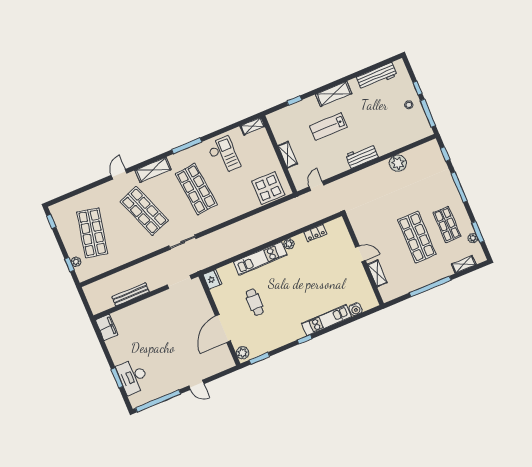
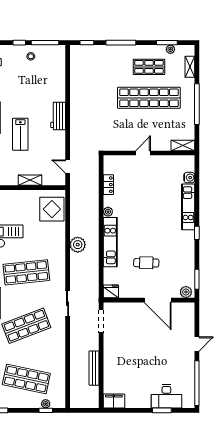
plant: (398, 163) -> (78, 245), moved
shop shelf: (417, 237) -> (149, 98), width x1.40
shelving: (377, 273) -> (183, 145), moved

